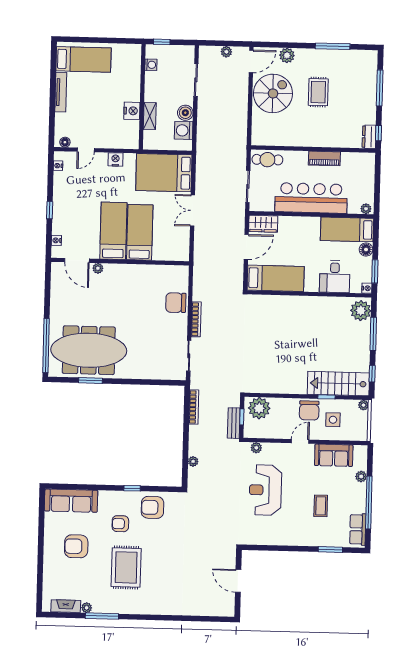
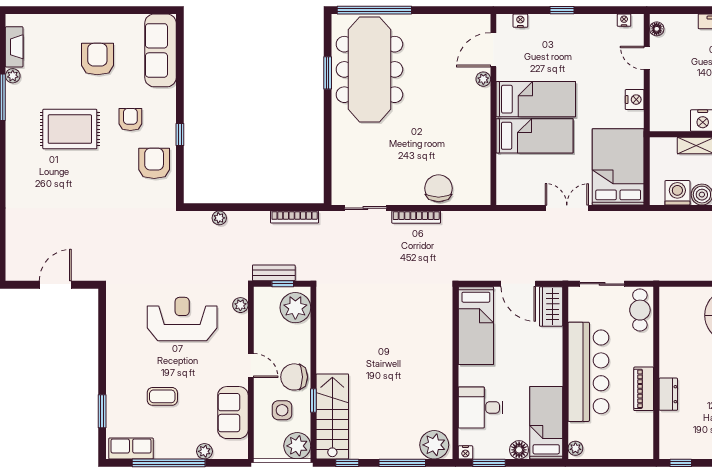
dresser: (369, 137) -> (668, 394), moved, turned 90
plant: (363, 405) -> (297, 446), width x1.88, depth x1.88

